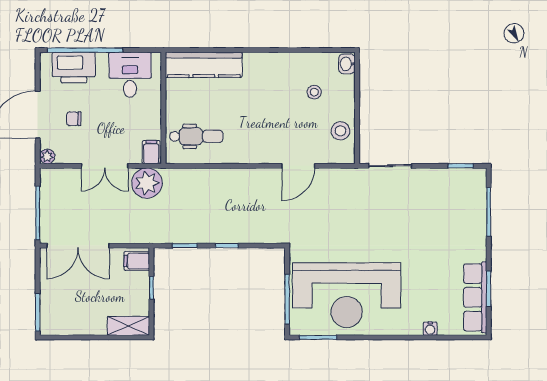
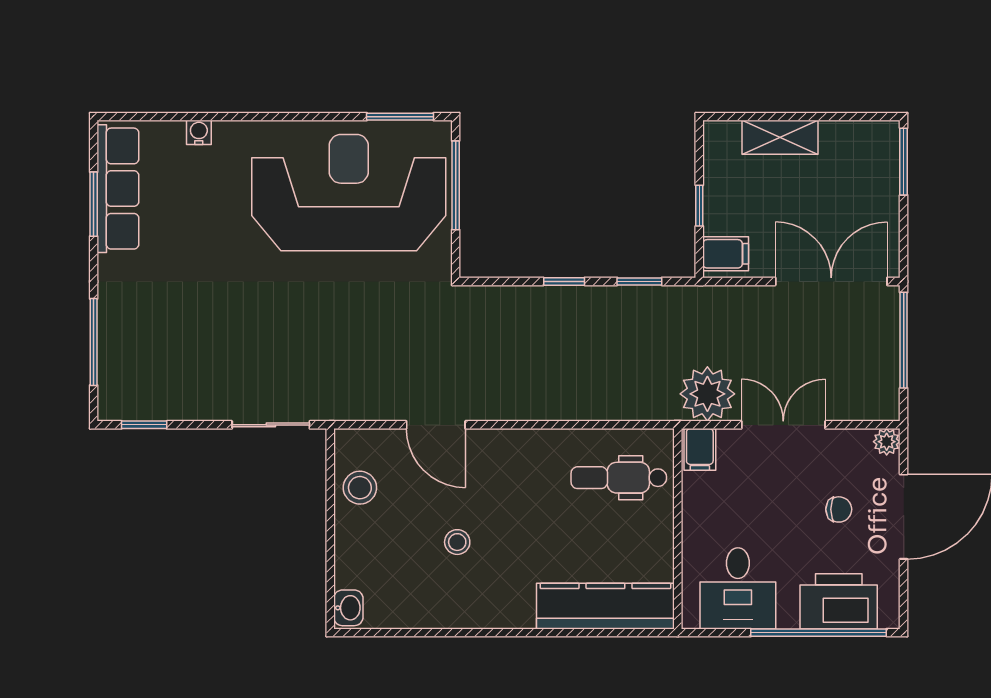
stool: (314, 92) -> (457, 542), moved
door: (298, 166) -> (436, 425), swing flipped
shelving: (128, 326) -> (780, 137), moved

